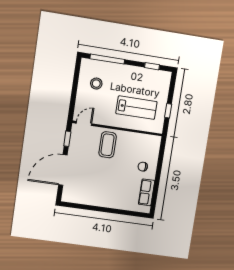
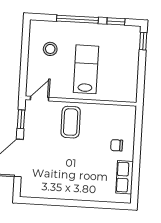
window: (107, 59) -> (77, 19), moved
lab bench: (136, 108) -> (86, 69), moved, turned -90
window: (168, 111) -> (143, 41), moved

